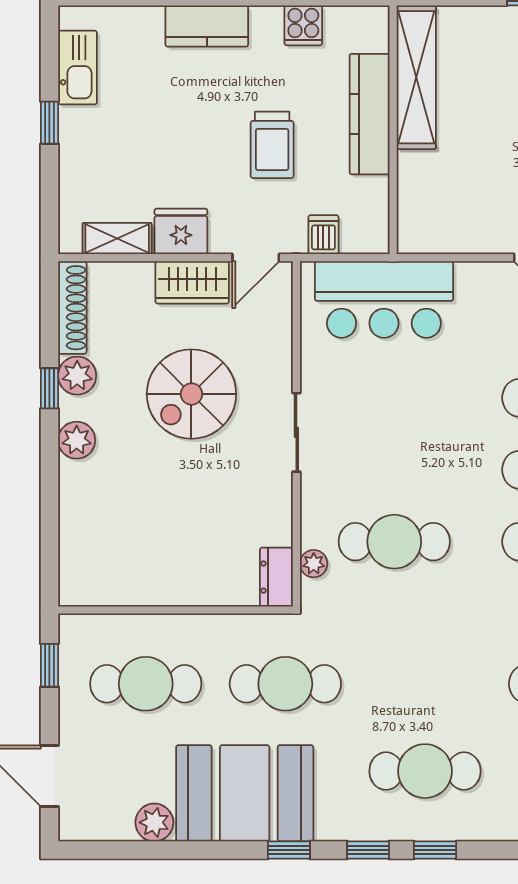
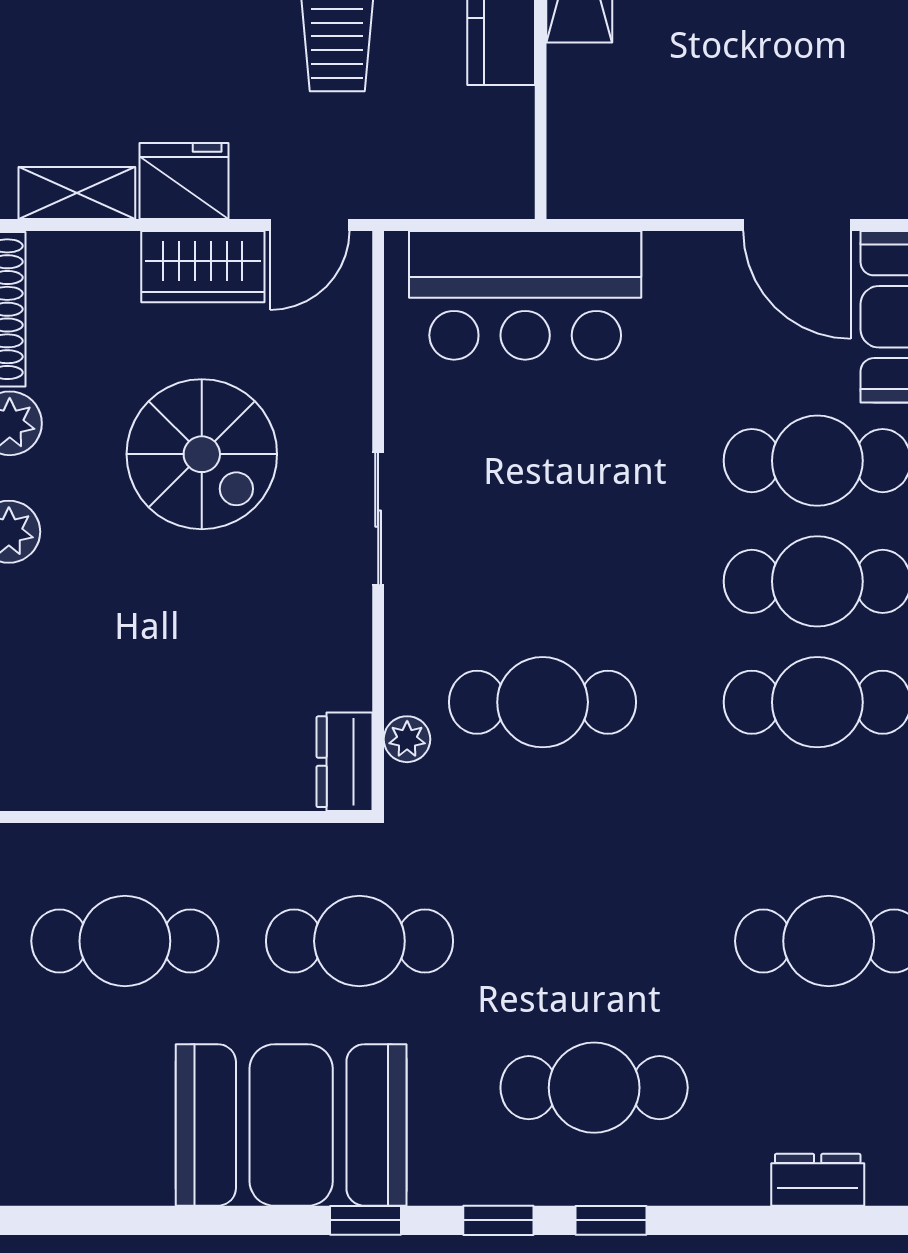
dishwasher: (323, 235) -> (424, 186), removed
spiral stairs: (191, 394) -> (202, 454), turned -90
plant: (154, 822) -> (139, 1174), removed

